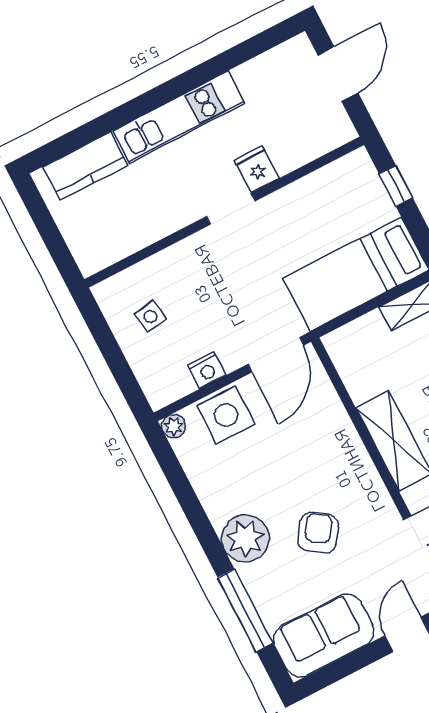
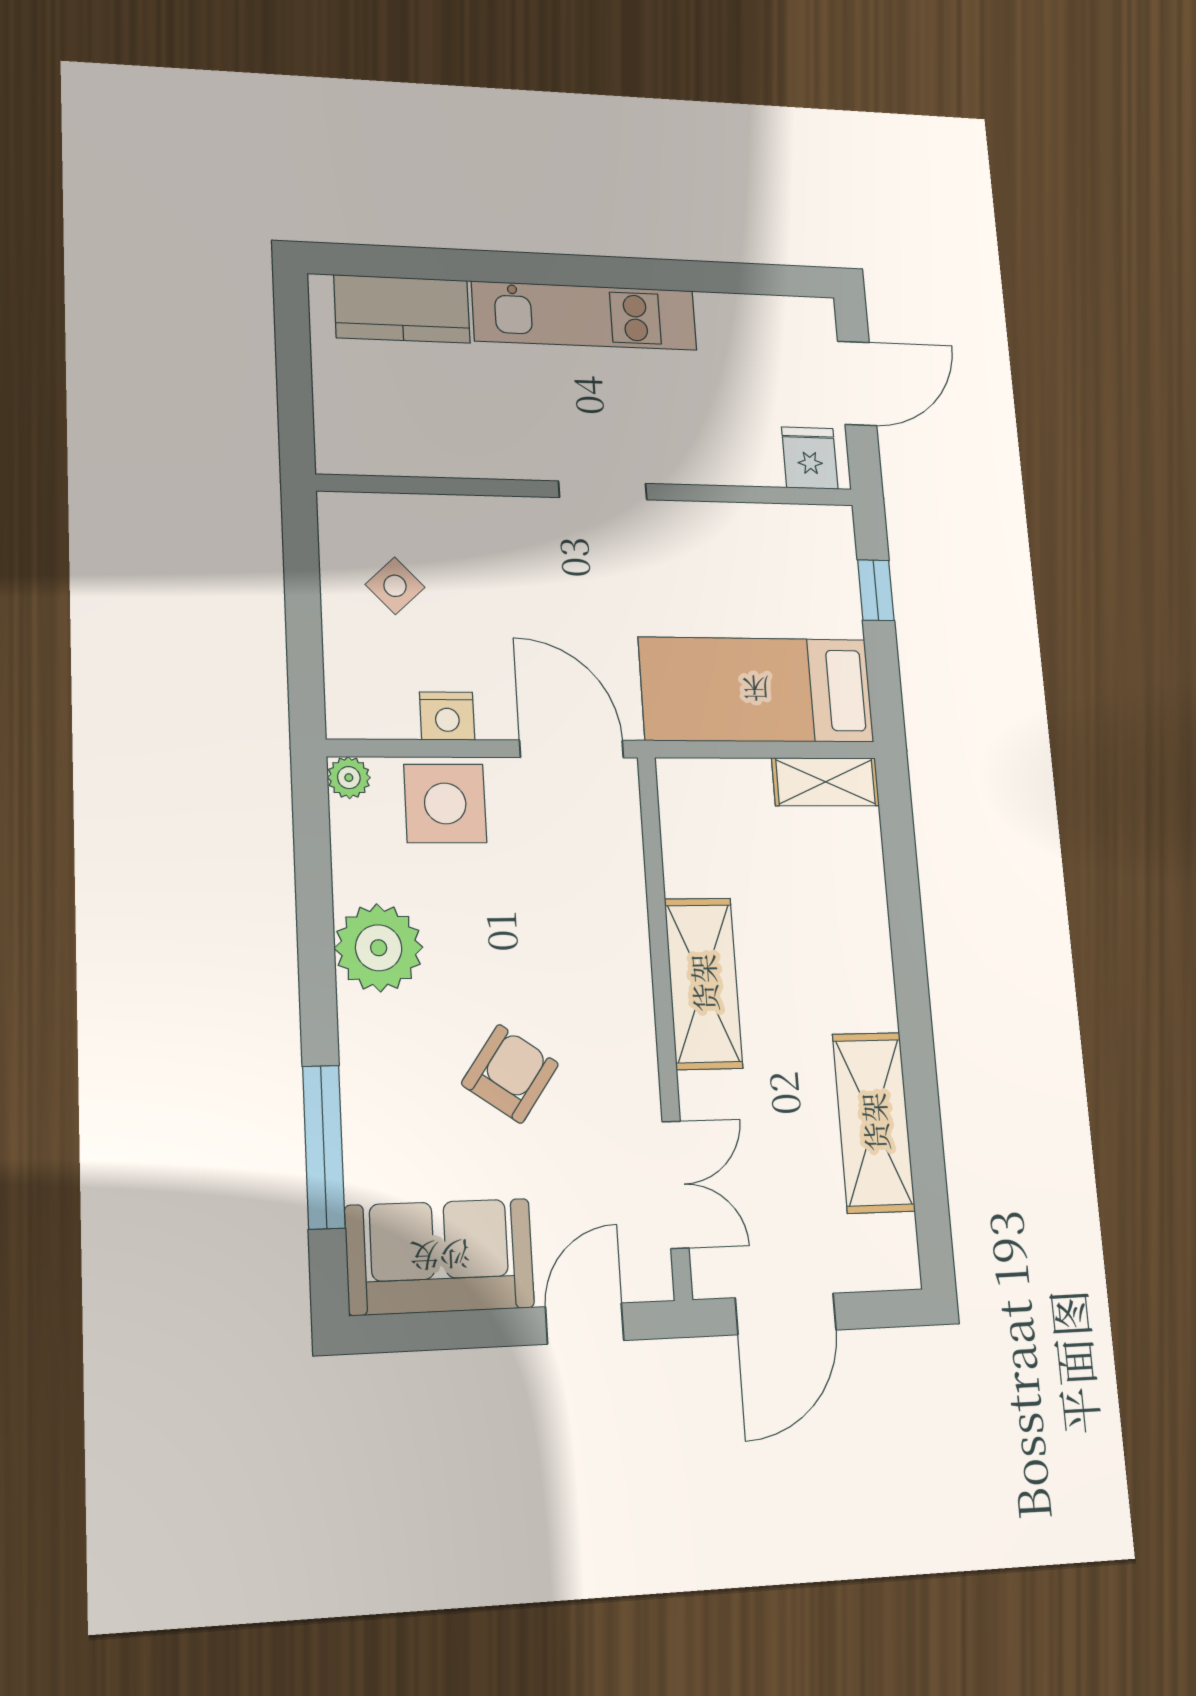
fridge: (256, 169) -> (810, 458), moved
side table: (150, 316) -> (395, 586), turned -34
door: (276, 355) -> (572, 749), swing flipped
plant: (245, 538) -> (379, 948), moved

